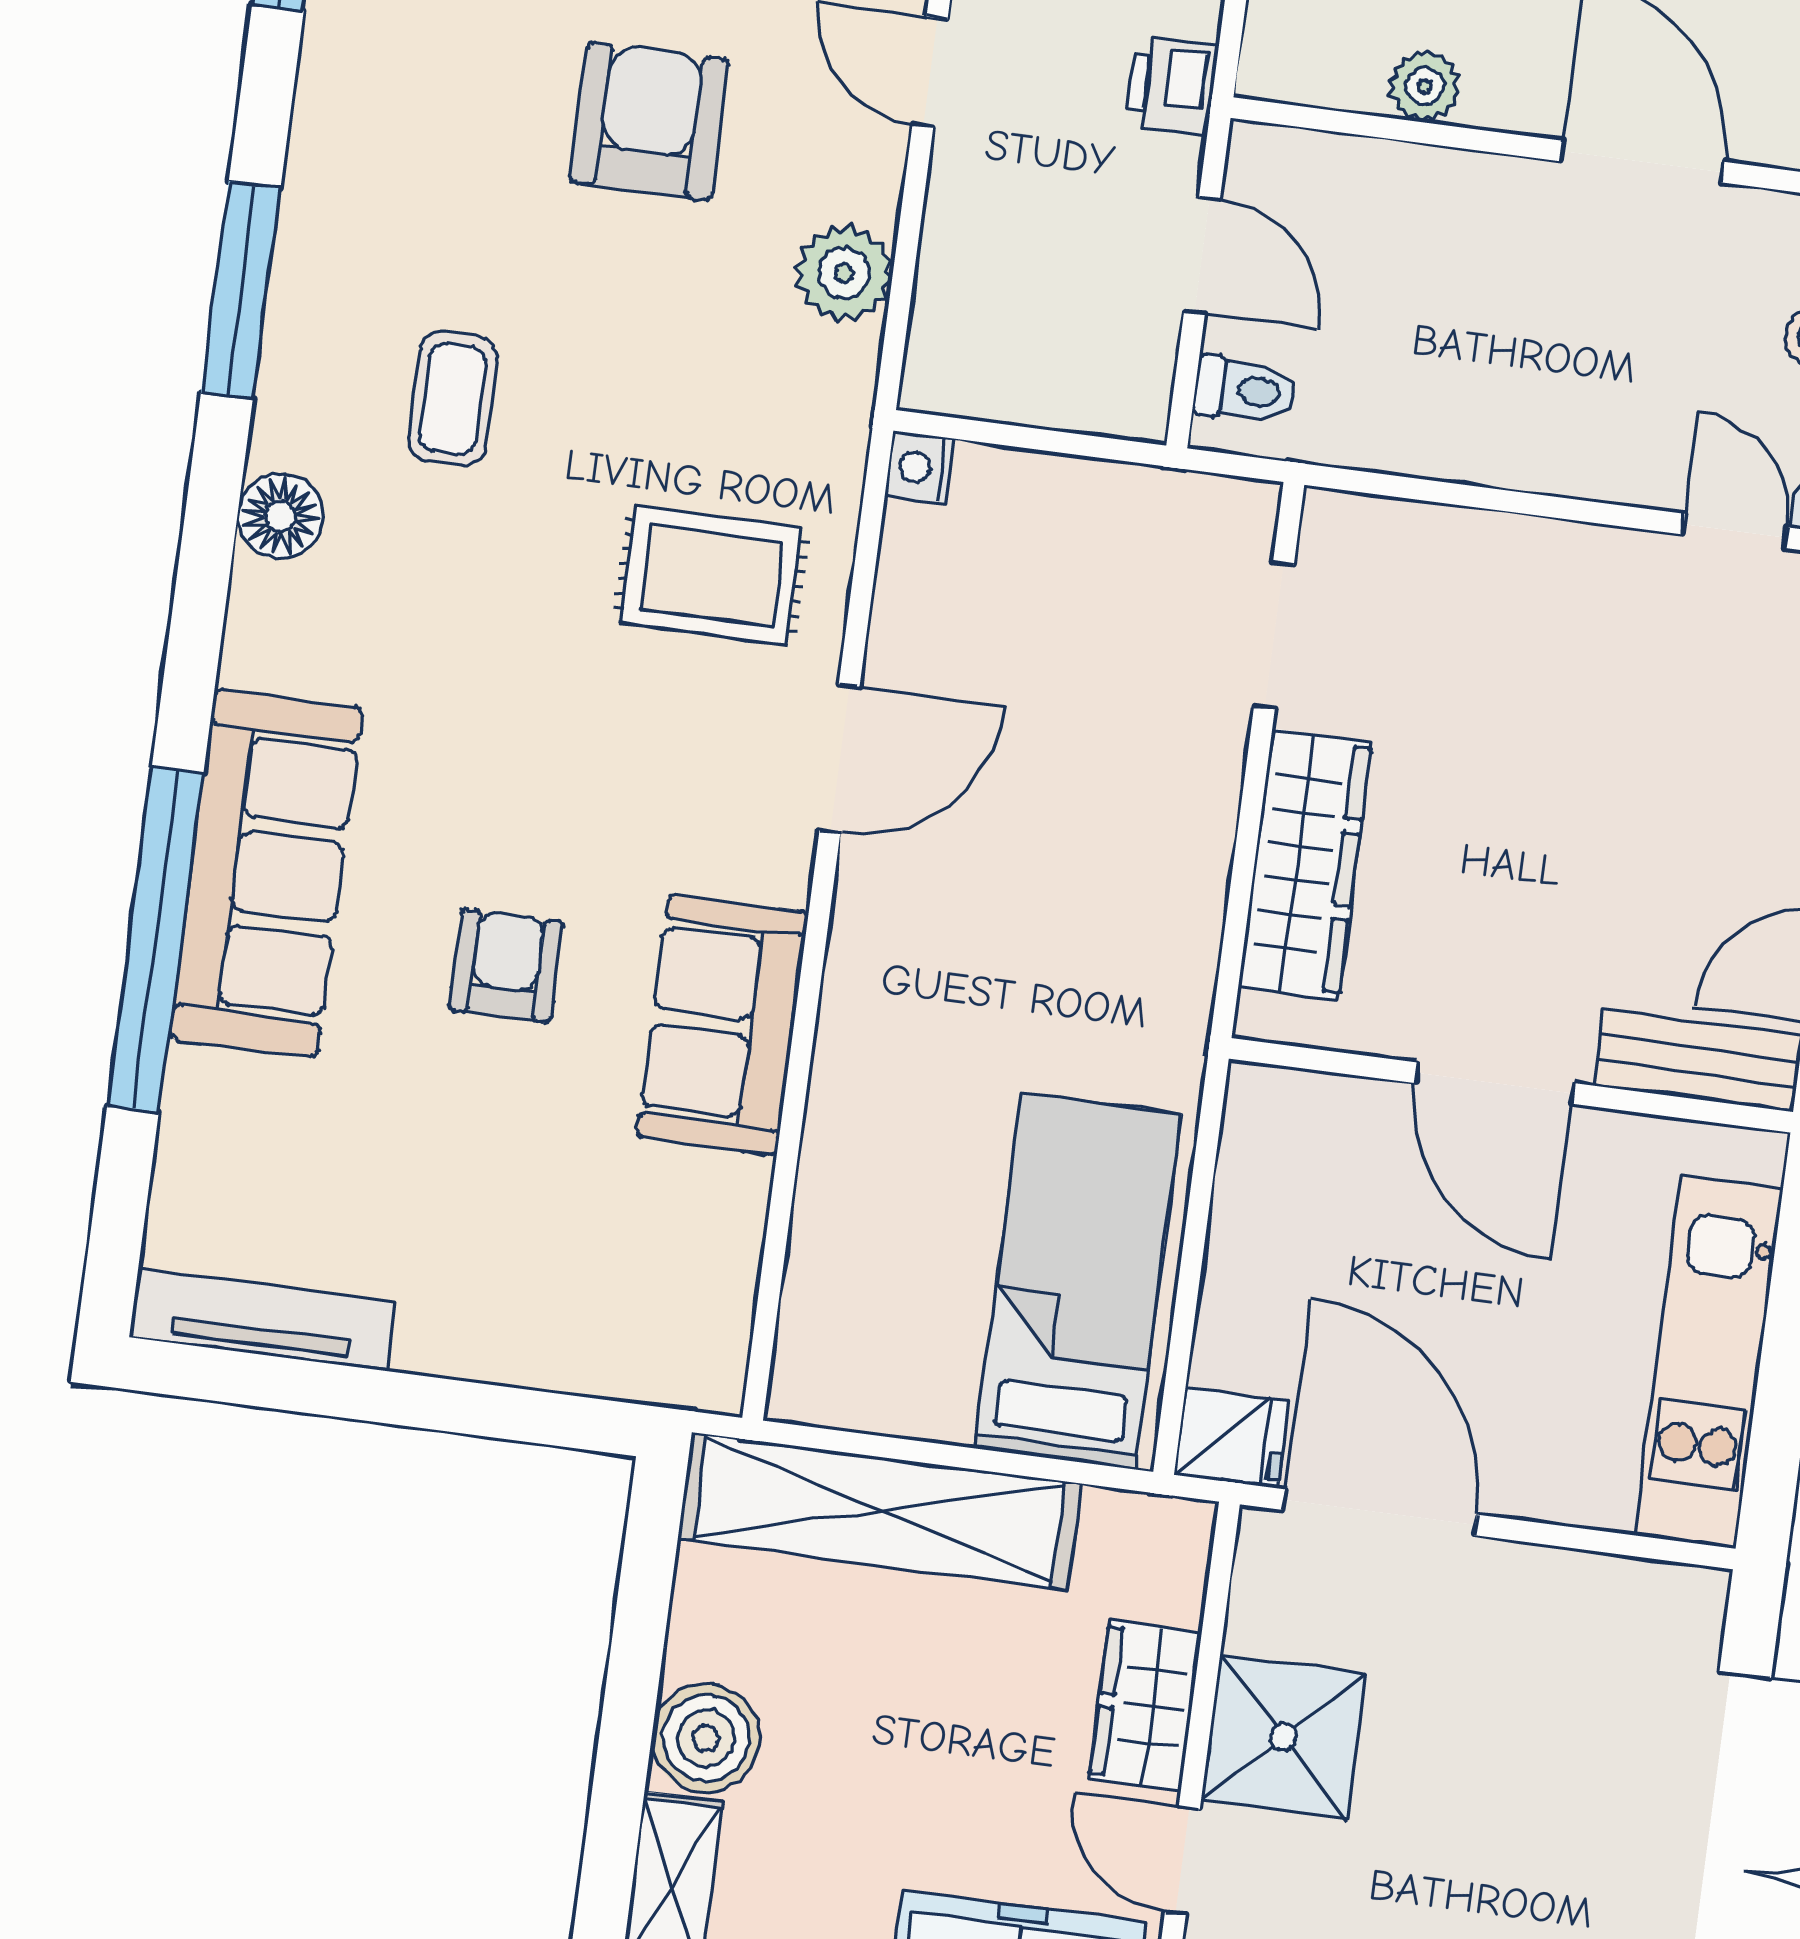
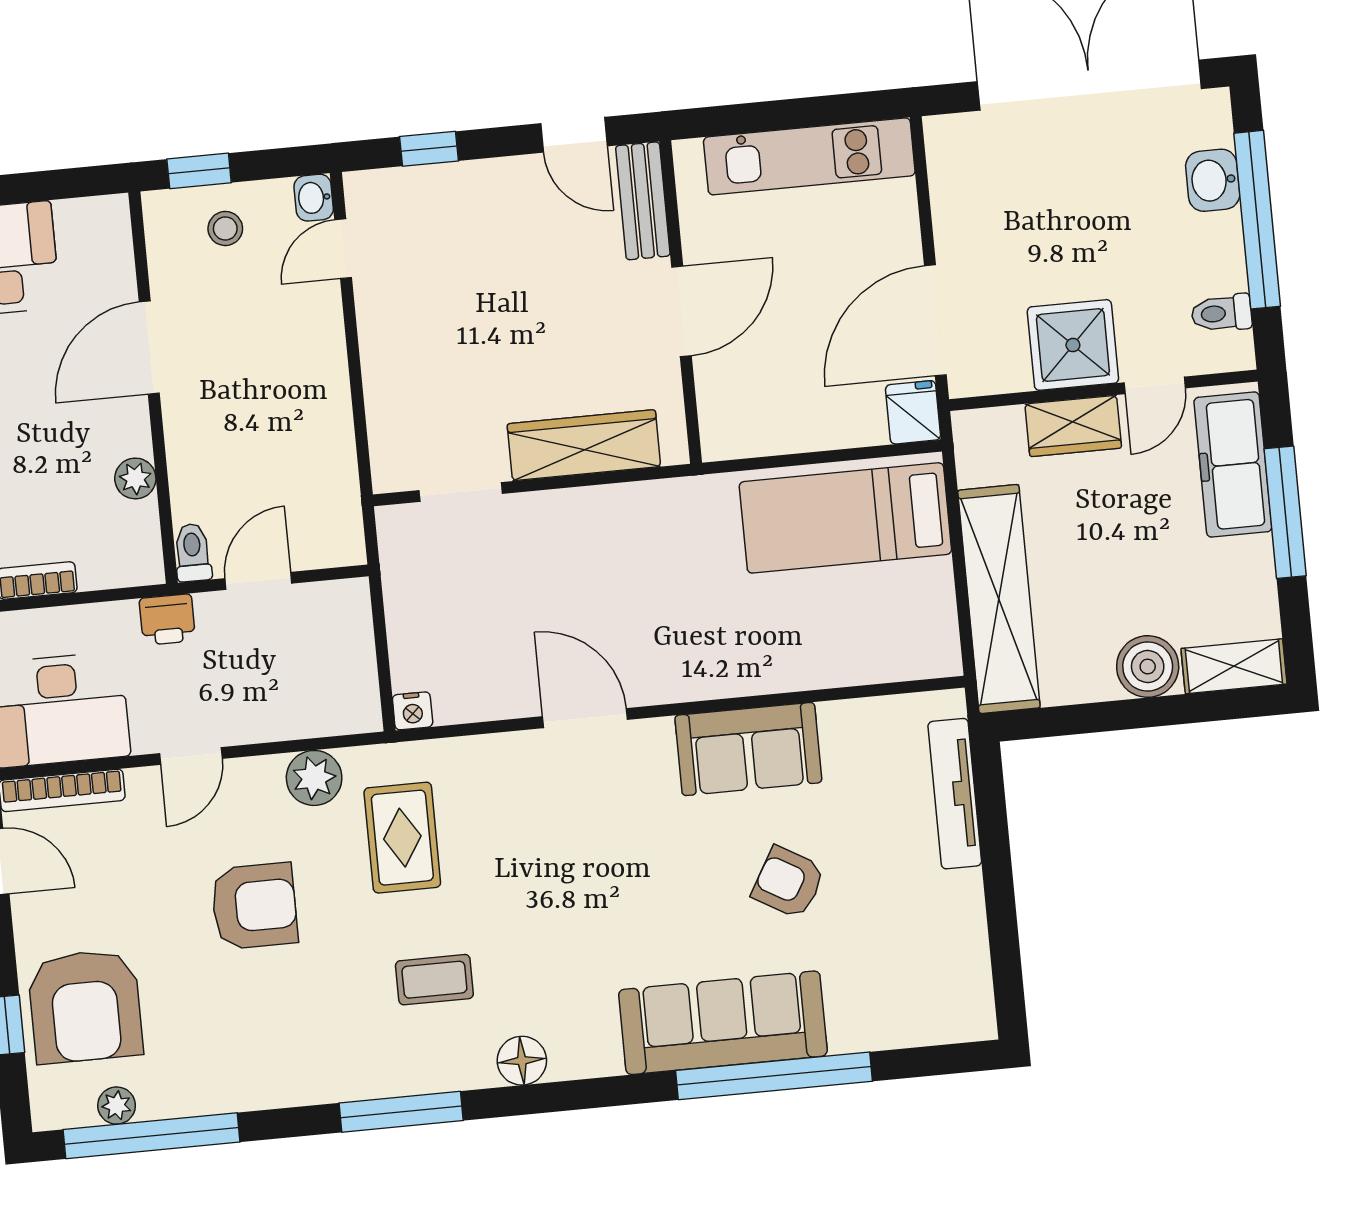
armchair: (649, 121) -> (254, 906), turned 180
toilet: (1245, 390) -> (193, 552), moved
rug: (711, 575) -> (402, 838), moved
armchair: (506, 966) -> (788, 882), moved, turned 30
tv unit: (262, 1319) -> (955, 794), moved

